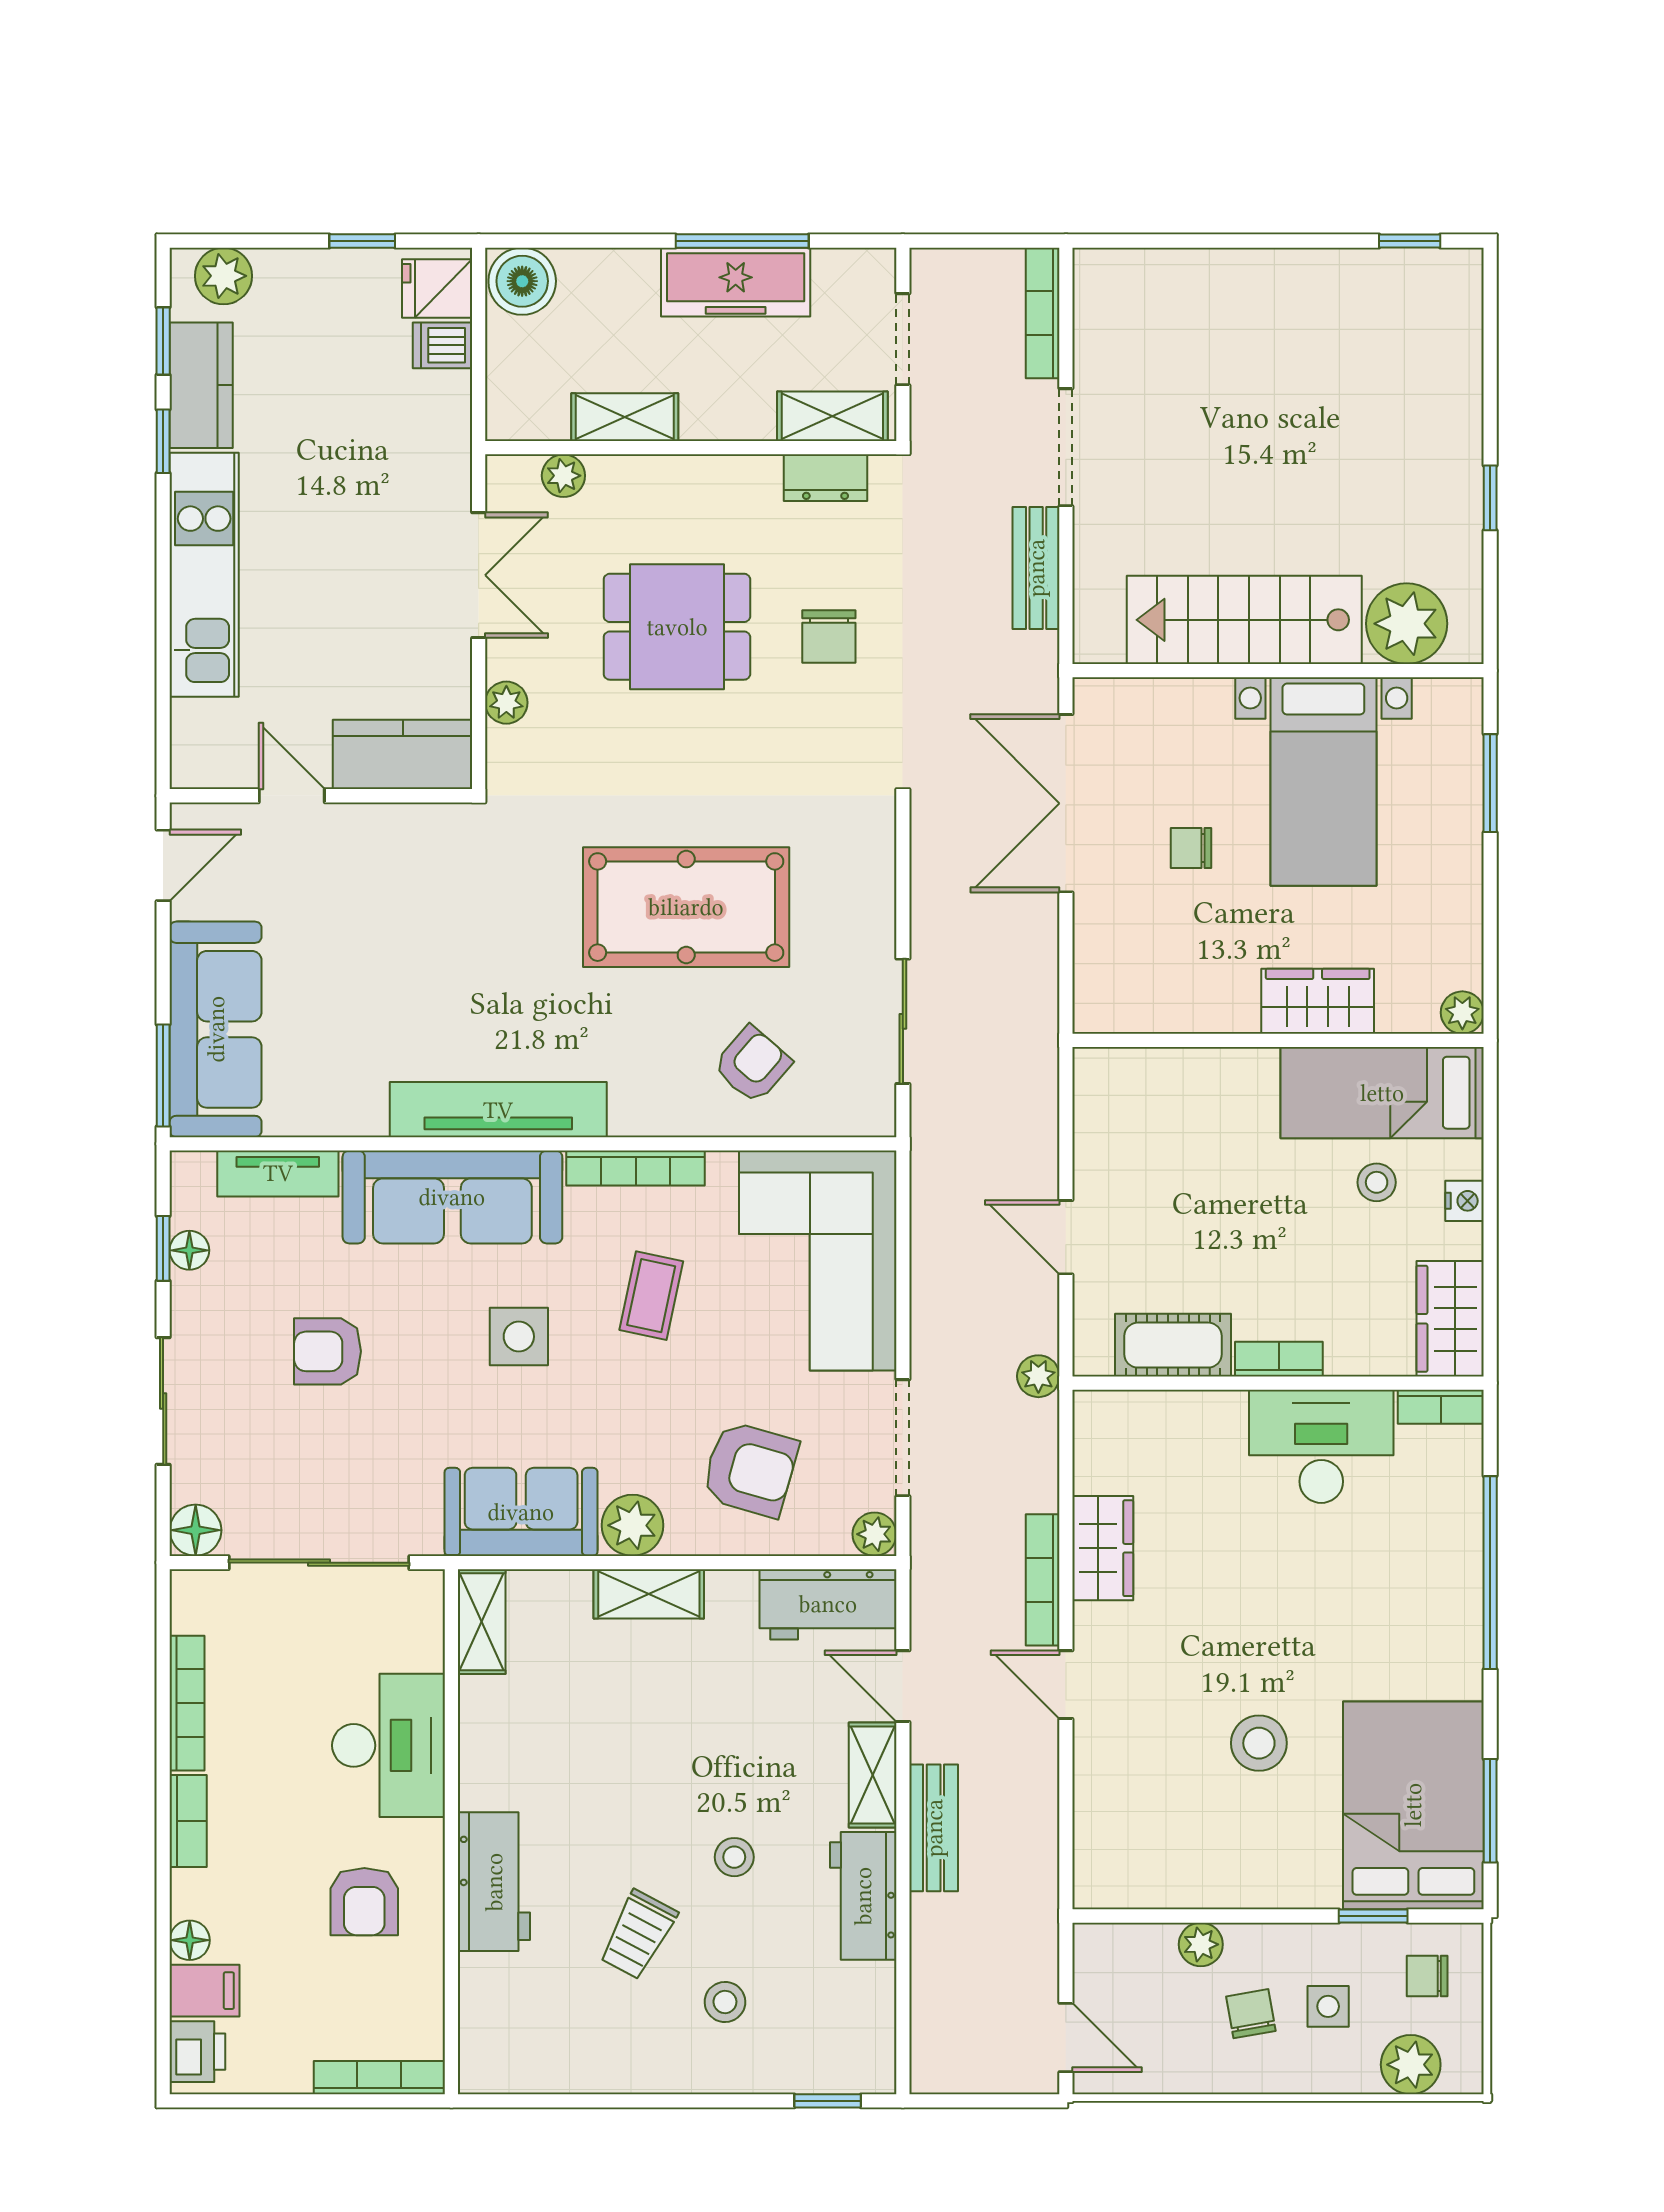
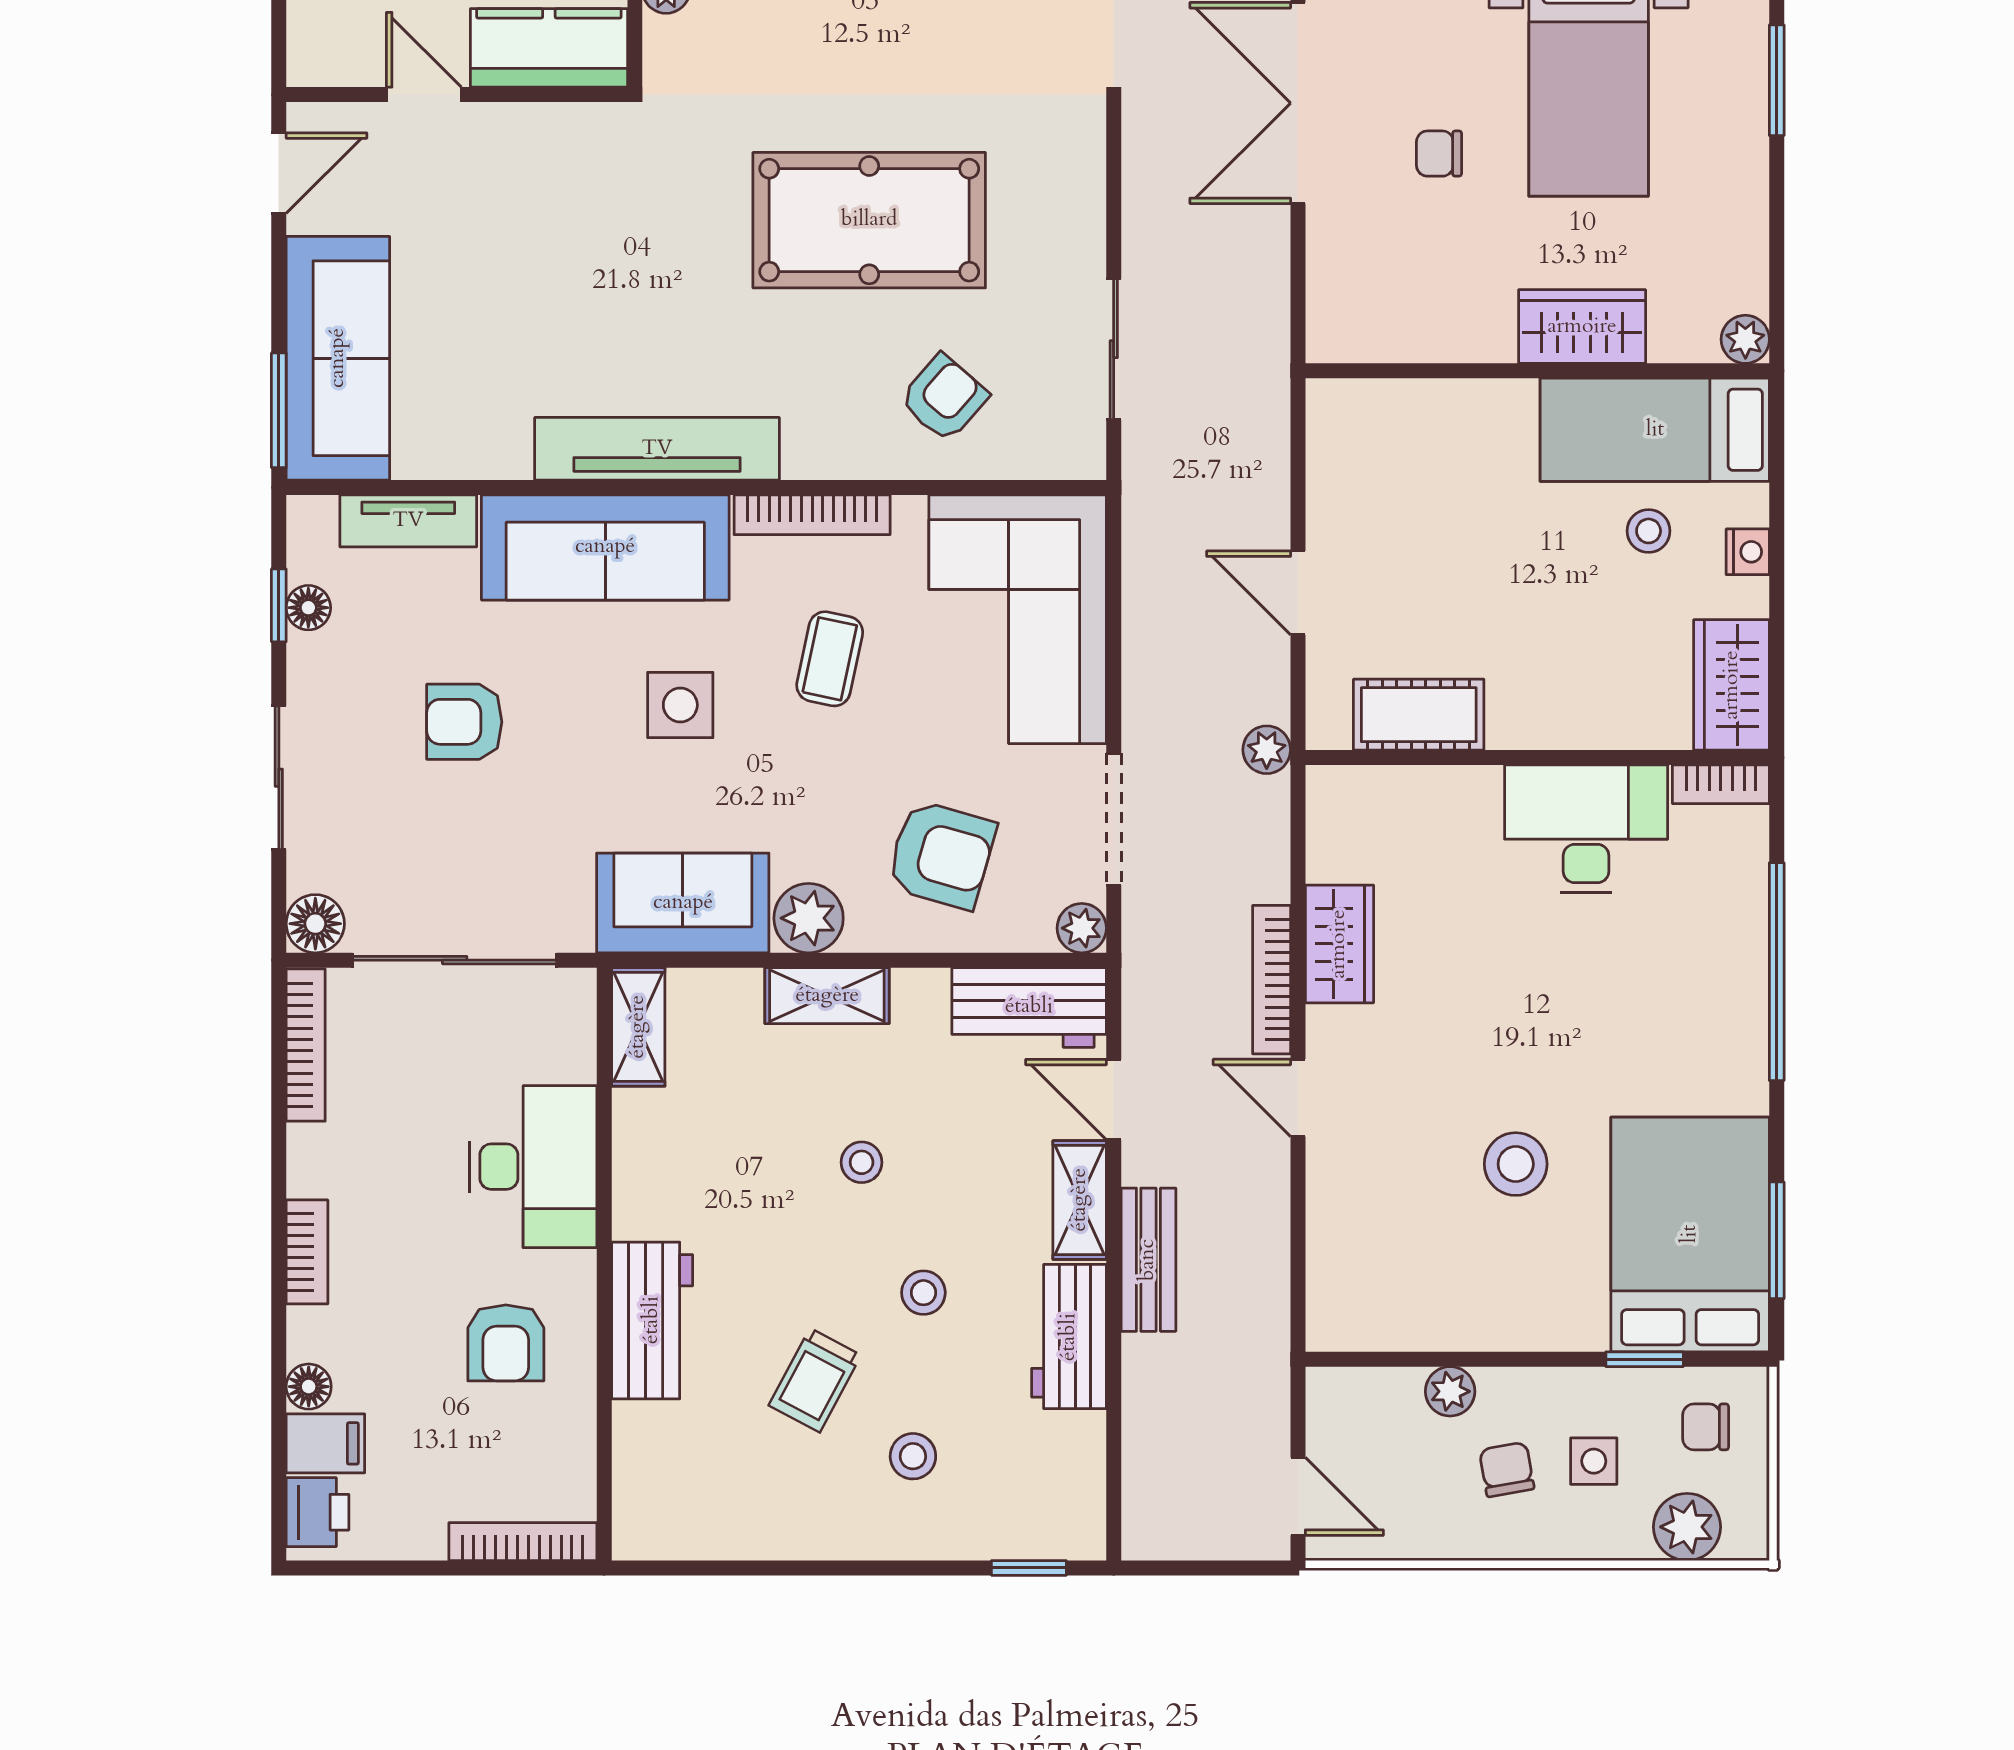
bookcase: (1279, 1359) -> (1538, 730), removed
bookcase: (187, 1703) -> (306, 1045), moved
stool: (679, 1742) -> (862, 1162), added

